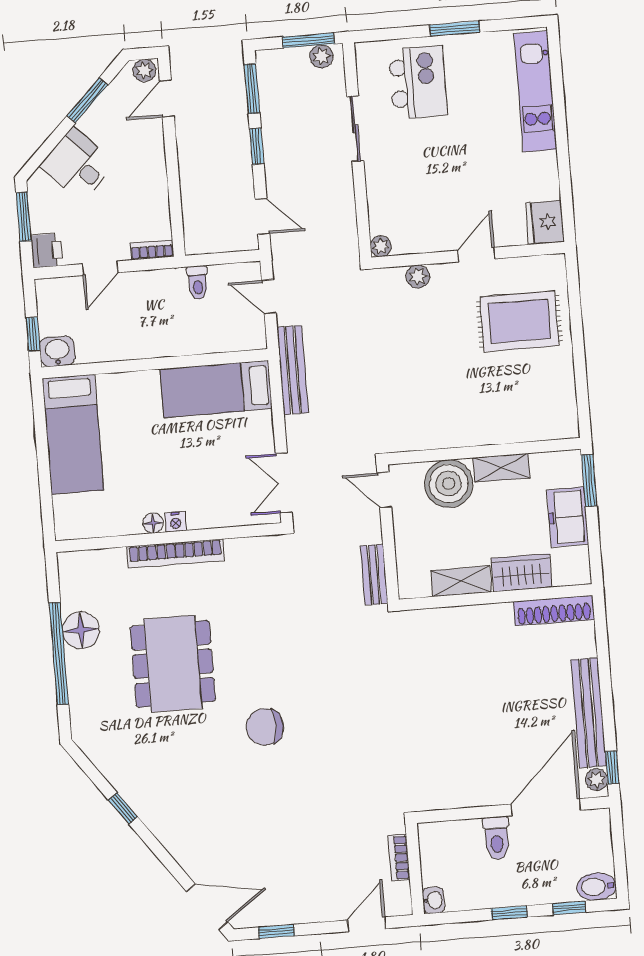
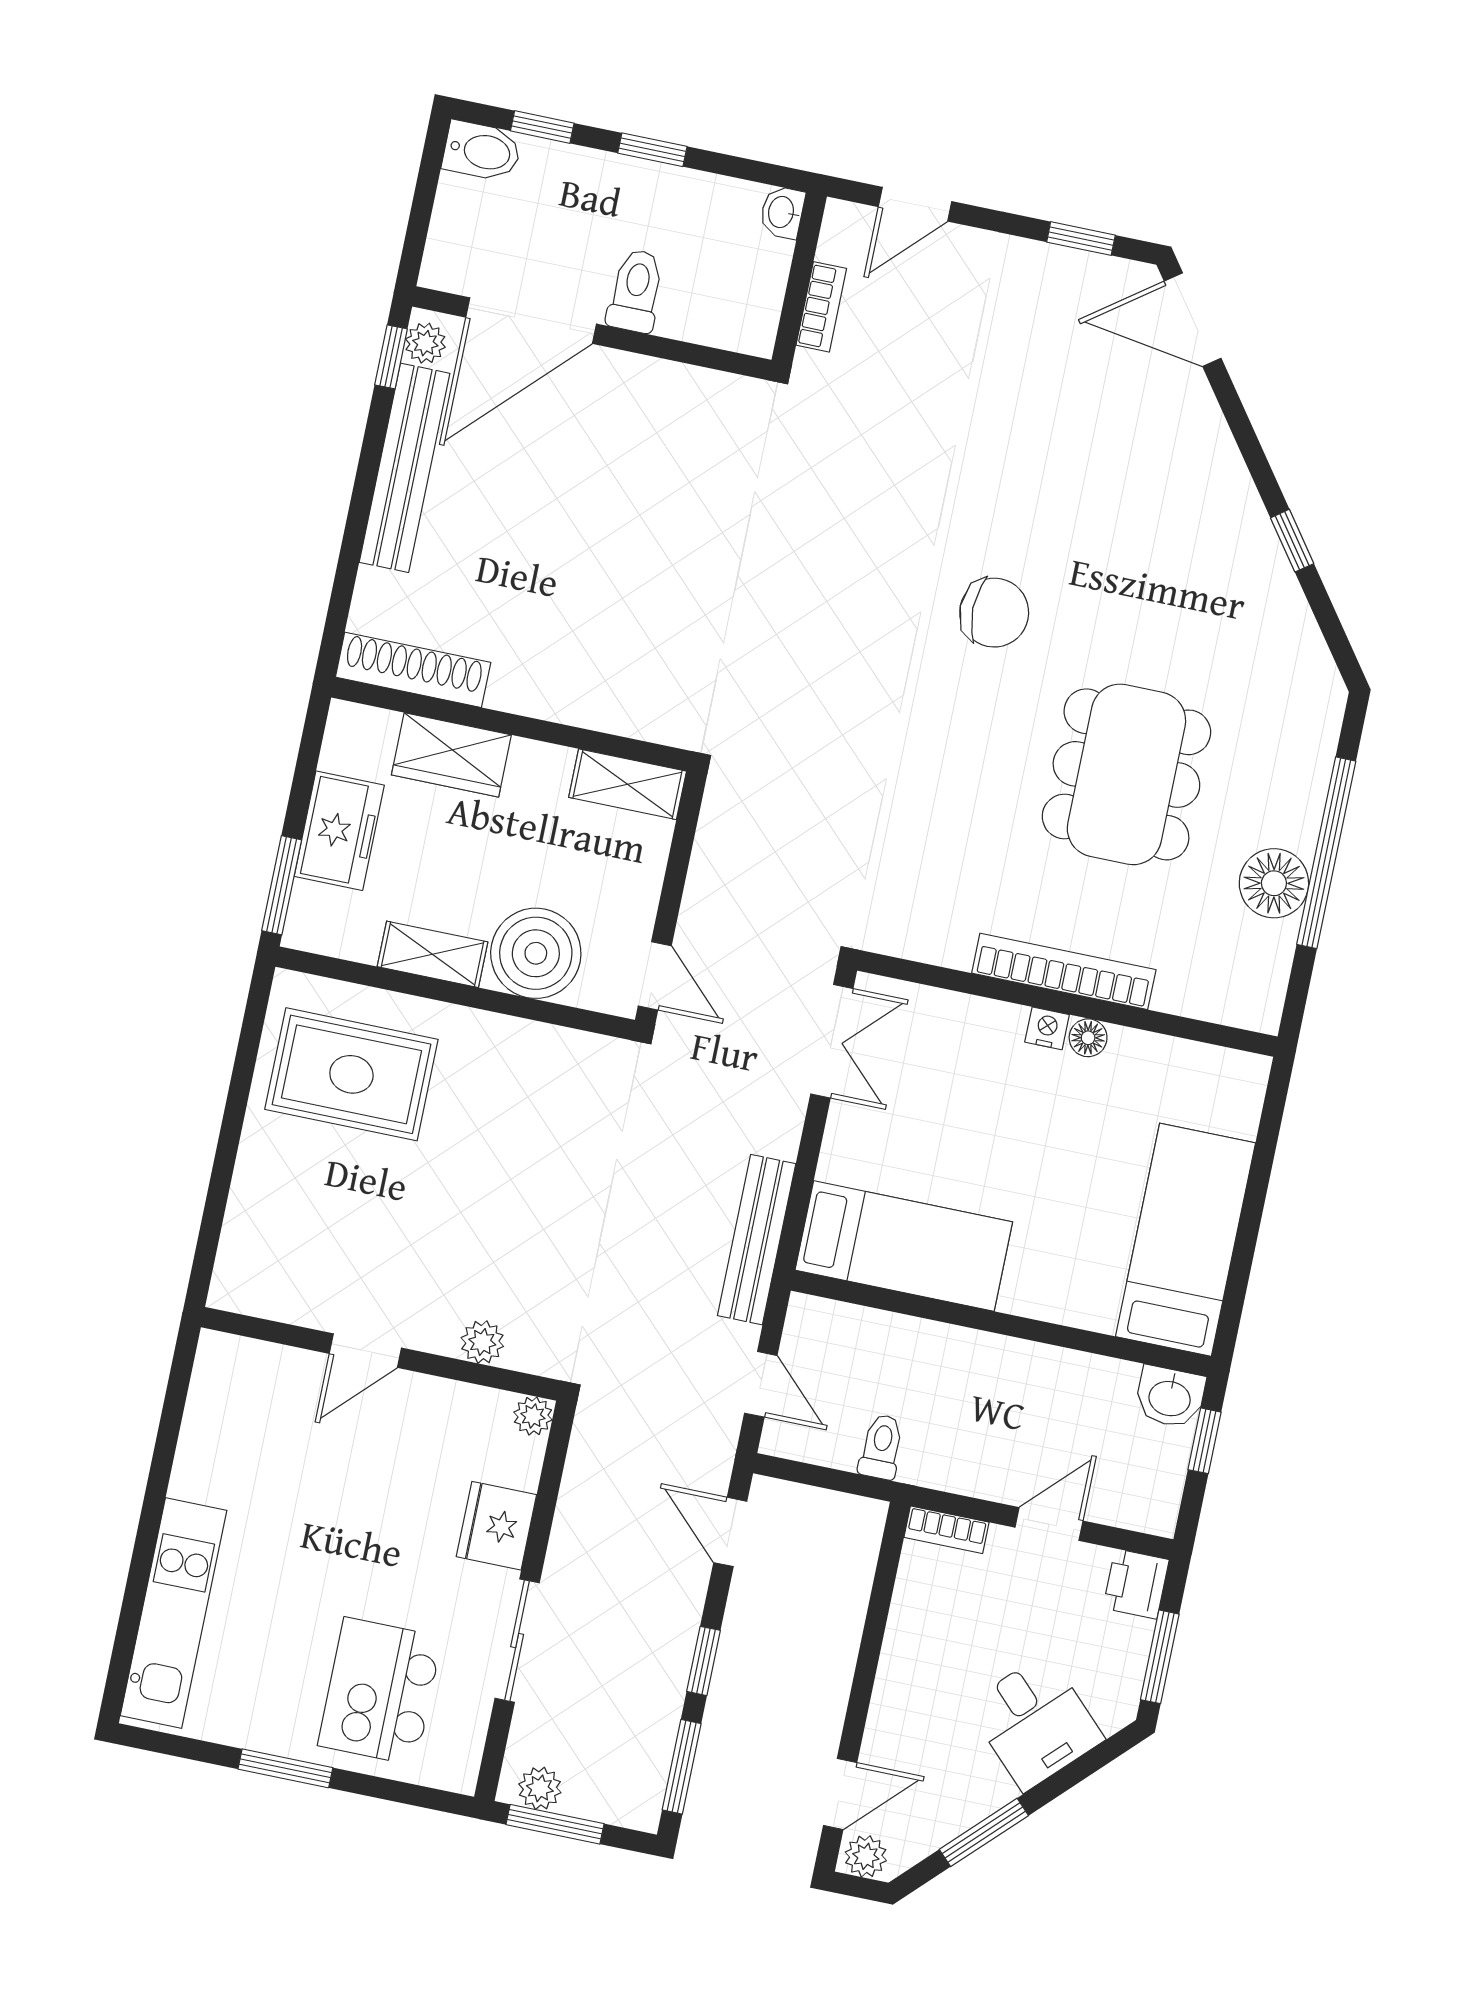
fridge: (545, 222) -> (496, 1526), moved, turned 180
rug: (519, 321) -> (351, 1074), moved
bench: (374, 575) -> (718, 829), removed
shelving: (461, 581) -> (628, 784), moved

